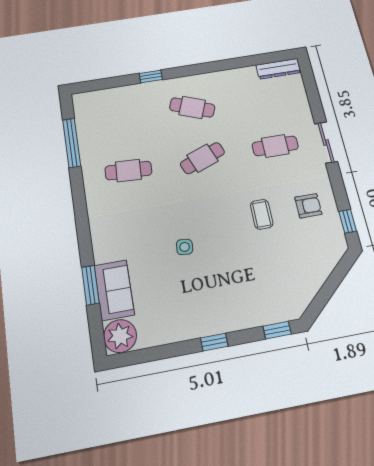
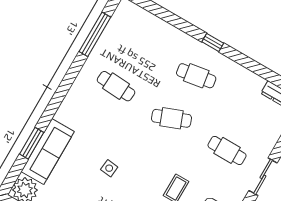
window: (151, 76) -> (213, 43), moved
cafe table: (192, 107) -> (196, 76), turned -30
sofa: (114, 290) -> (48, 152), width x1.36

